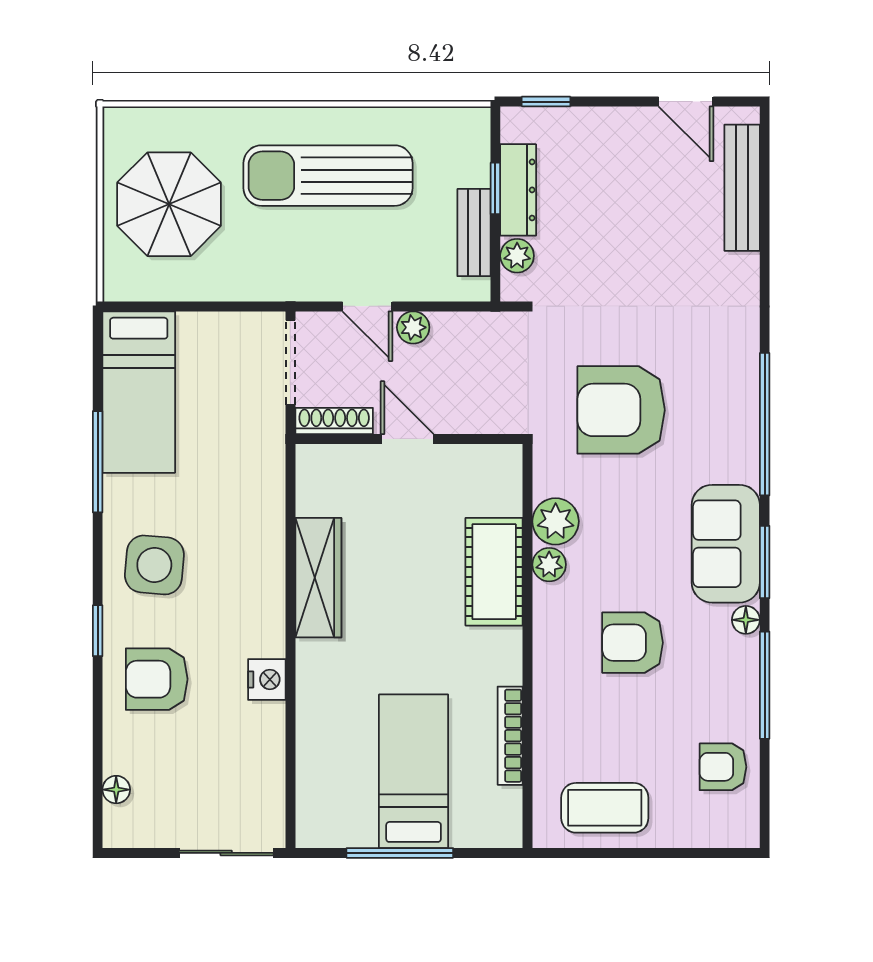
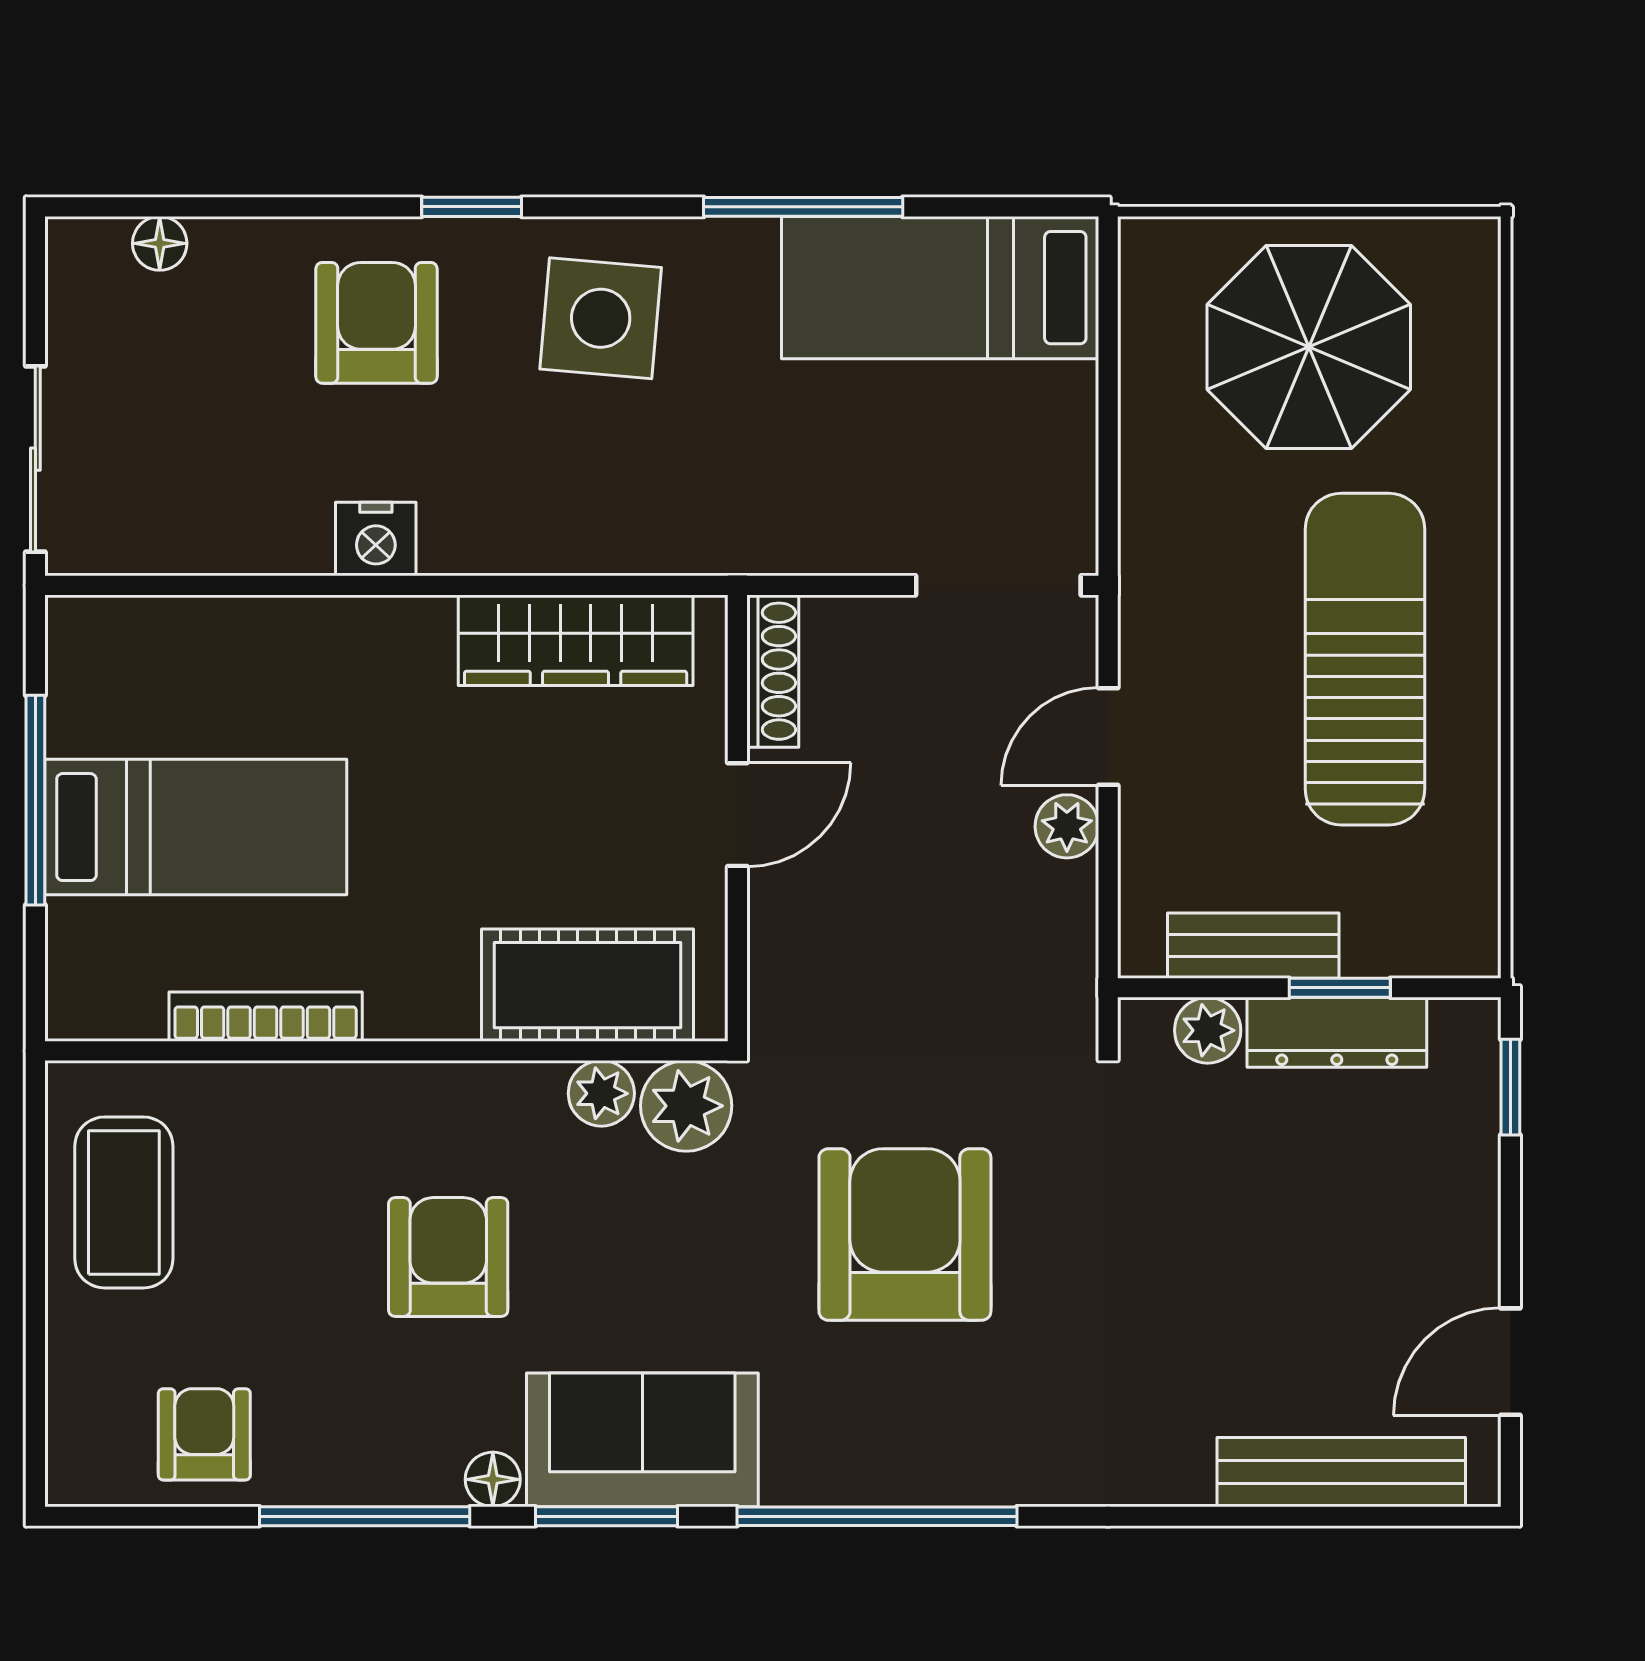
shoe rack: (334, 421) -> (773, 671), moved
door: (407, 439) -> (737, 815), moved
wall: (409, 439) -> (737, 818), moved

